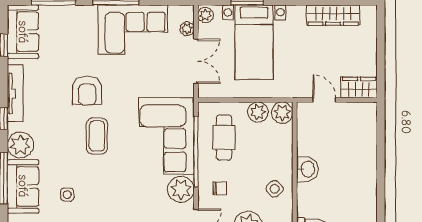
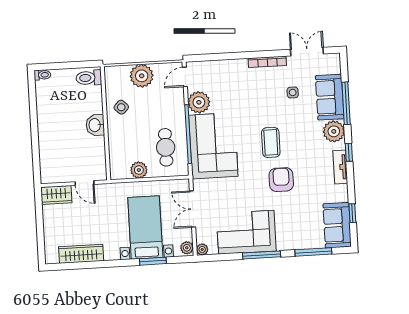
plant: (187, 29) -> (202, 249), moved
tv unit: (15, 93) -> (340, 167), width x0.71
plant: (282, 113) -> (119, 171), removed
chair: (220, 188) -> (167, 105), removed

